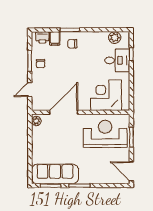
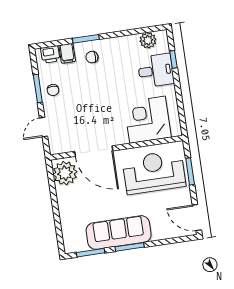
door: (64, 112) -> (94, 151), swing flipped
plant: (36, 121) -> (65, 173), width x1.88, depth x1.88
sofa: (55, 174) -> (119, 233), moved

